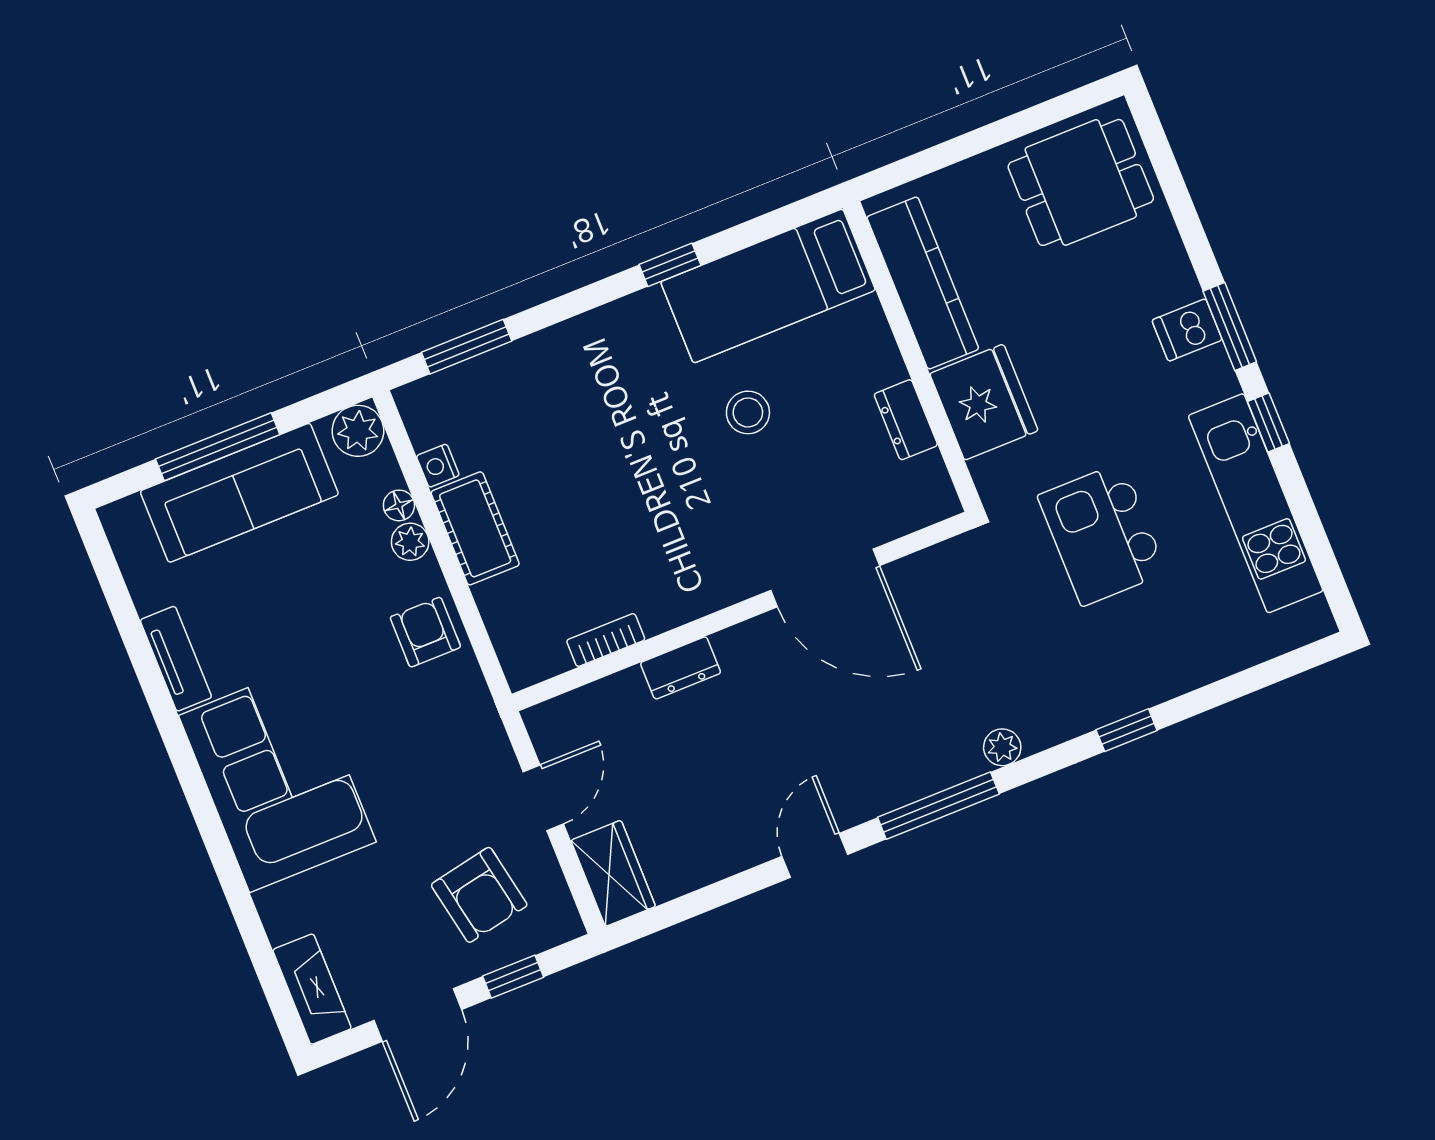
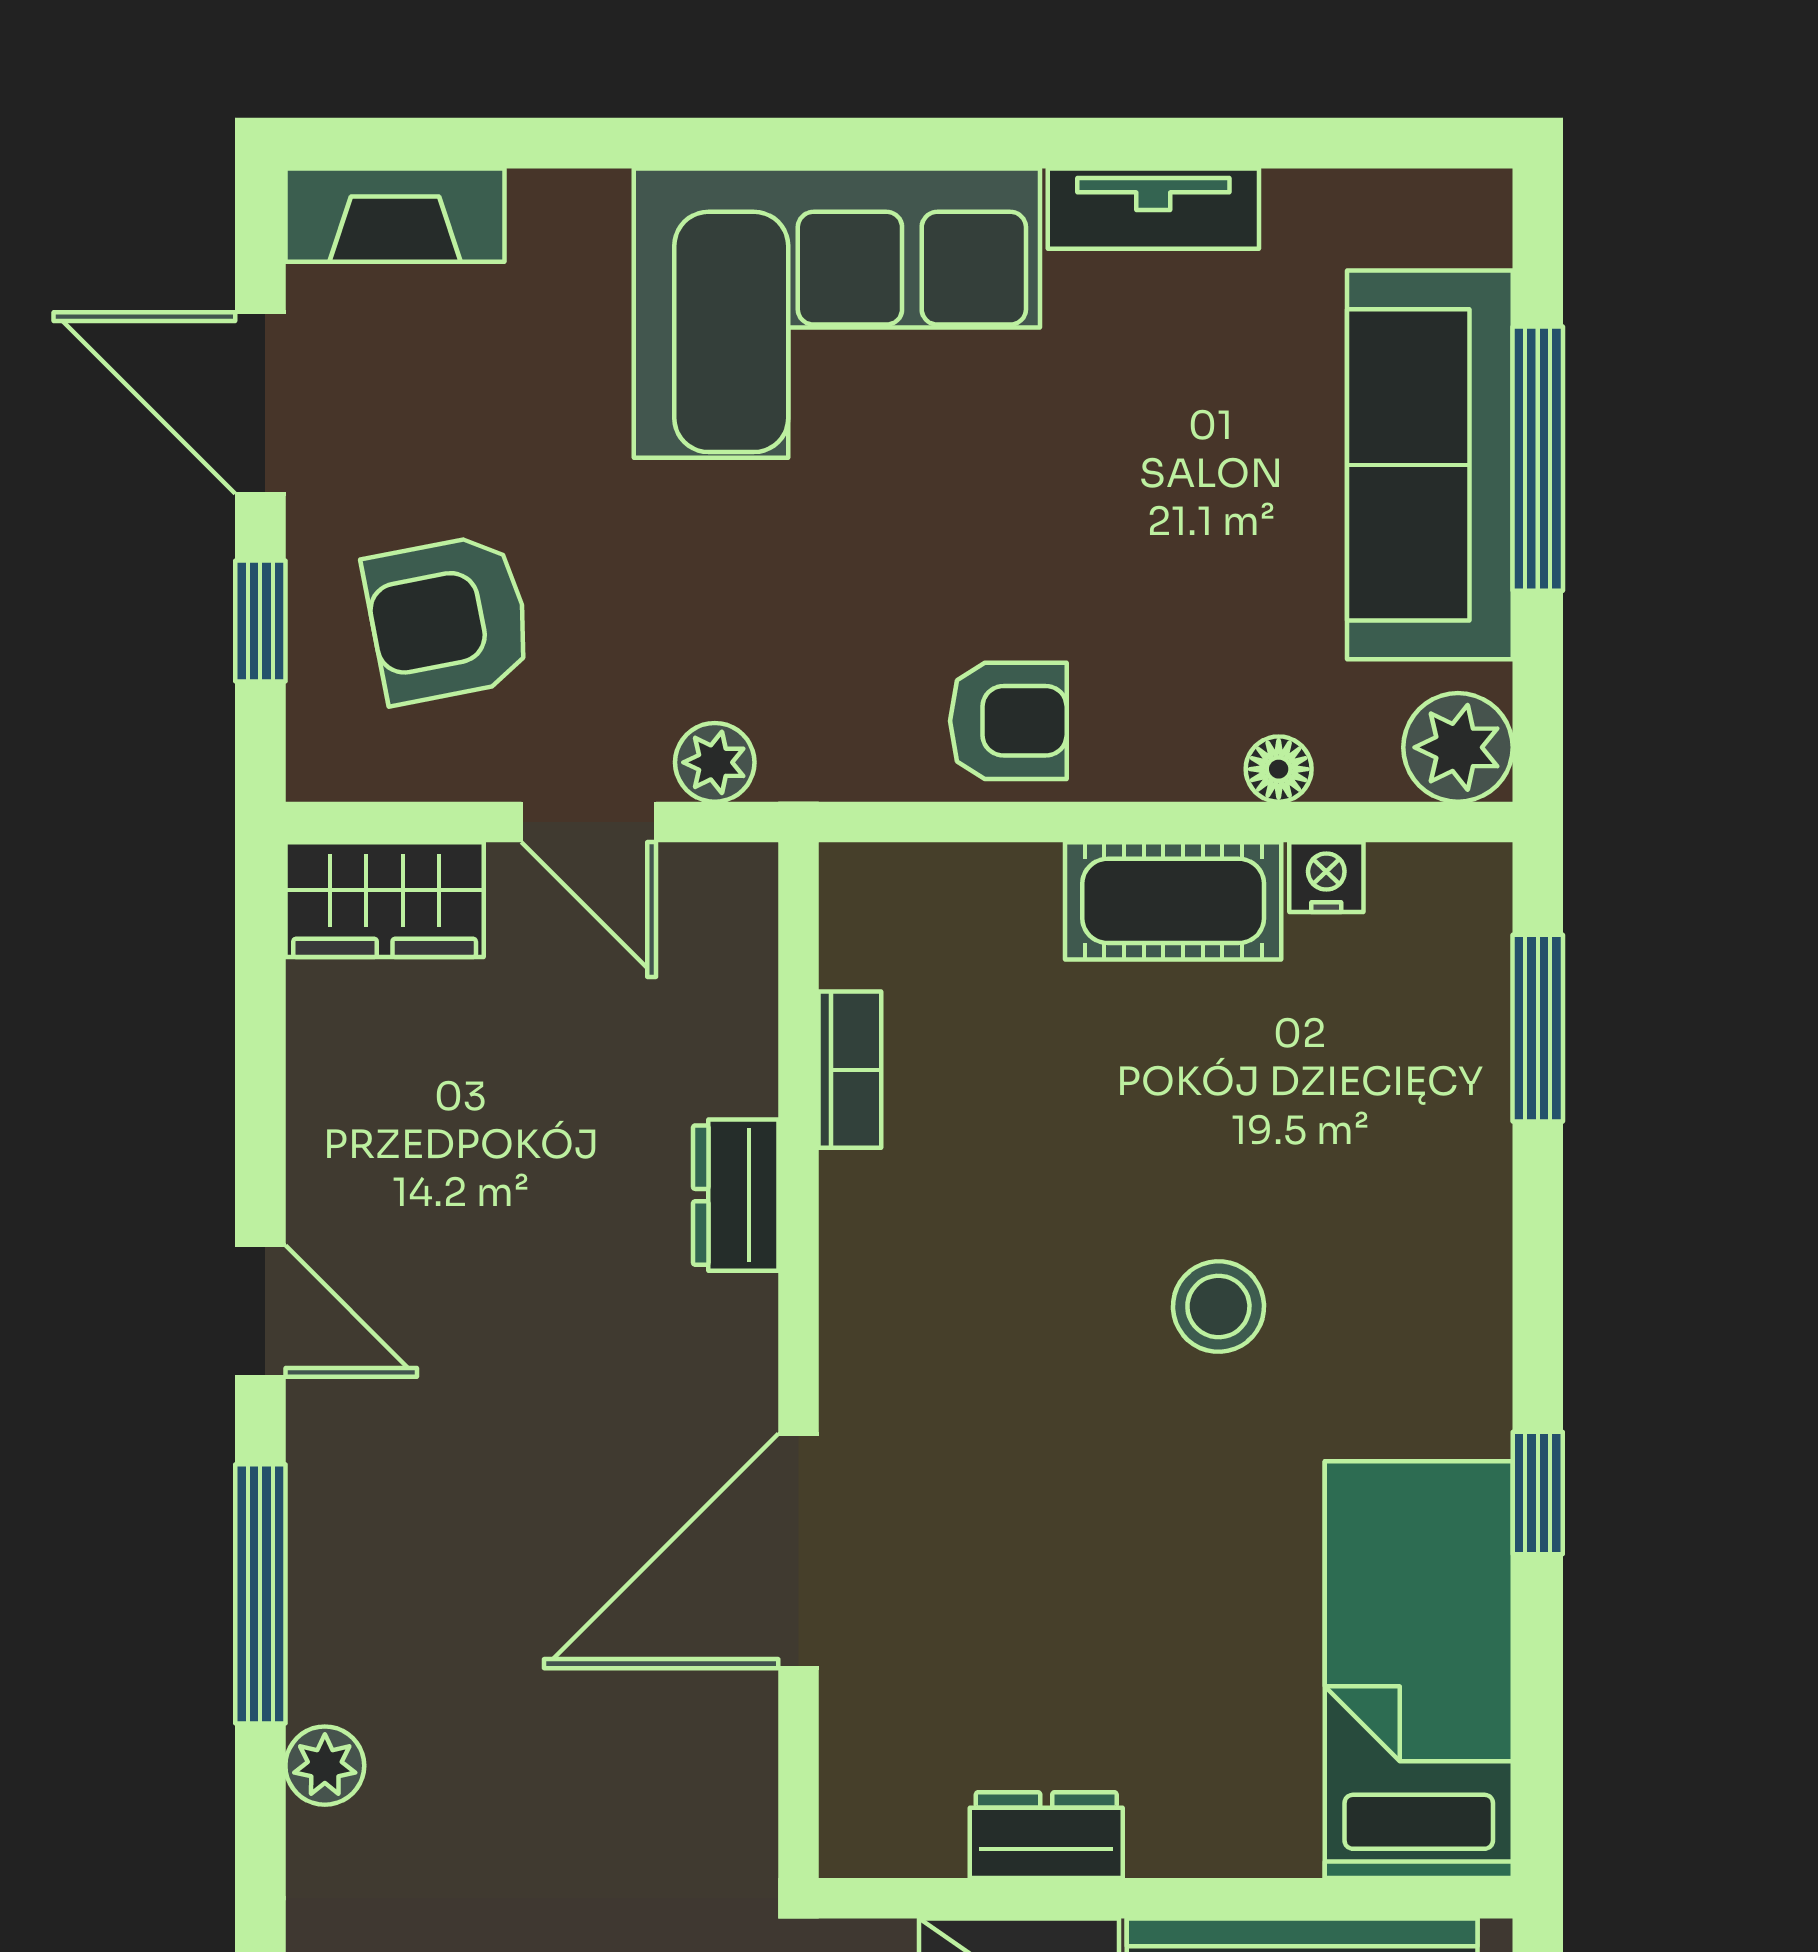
stool: (748, 412) -> (1218, 1306), moved
plant: (410, 542) -> (715, 762), moved

